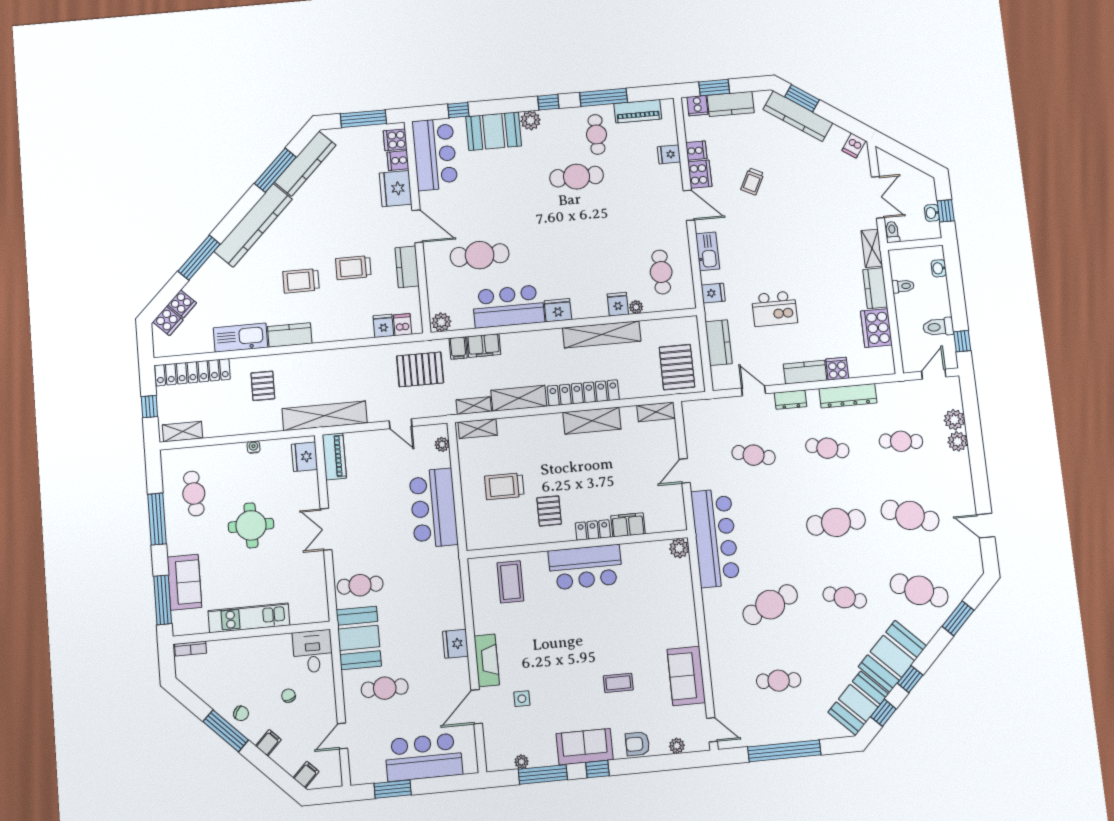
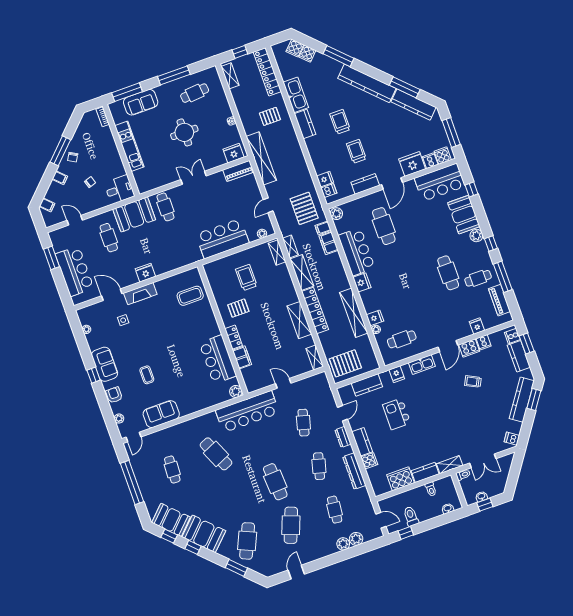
bar counter: (585, 567) -> (218, 359), moved
cafe table: (845, 597) -> (232, 497), removed
window: (543, 774) -> (82, 344), removed

